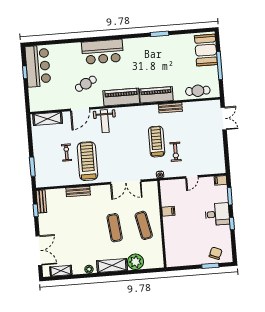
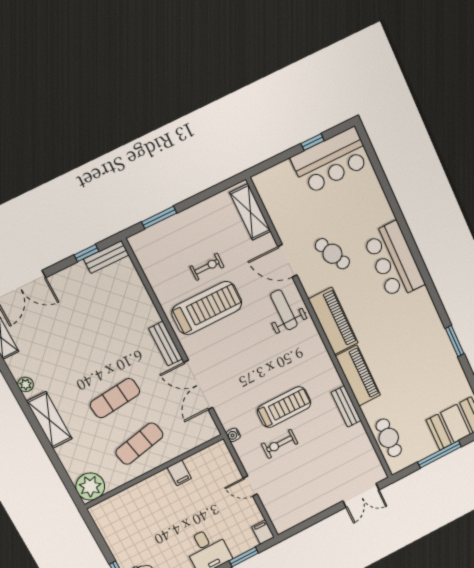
weight bench: (105, 121) -> (284, 310), turned 90
bench: (78, 192) -> (166, 344), moved
plant: (135, 262) -> (90, 487), moved

